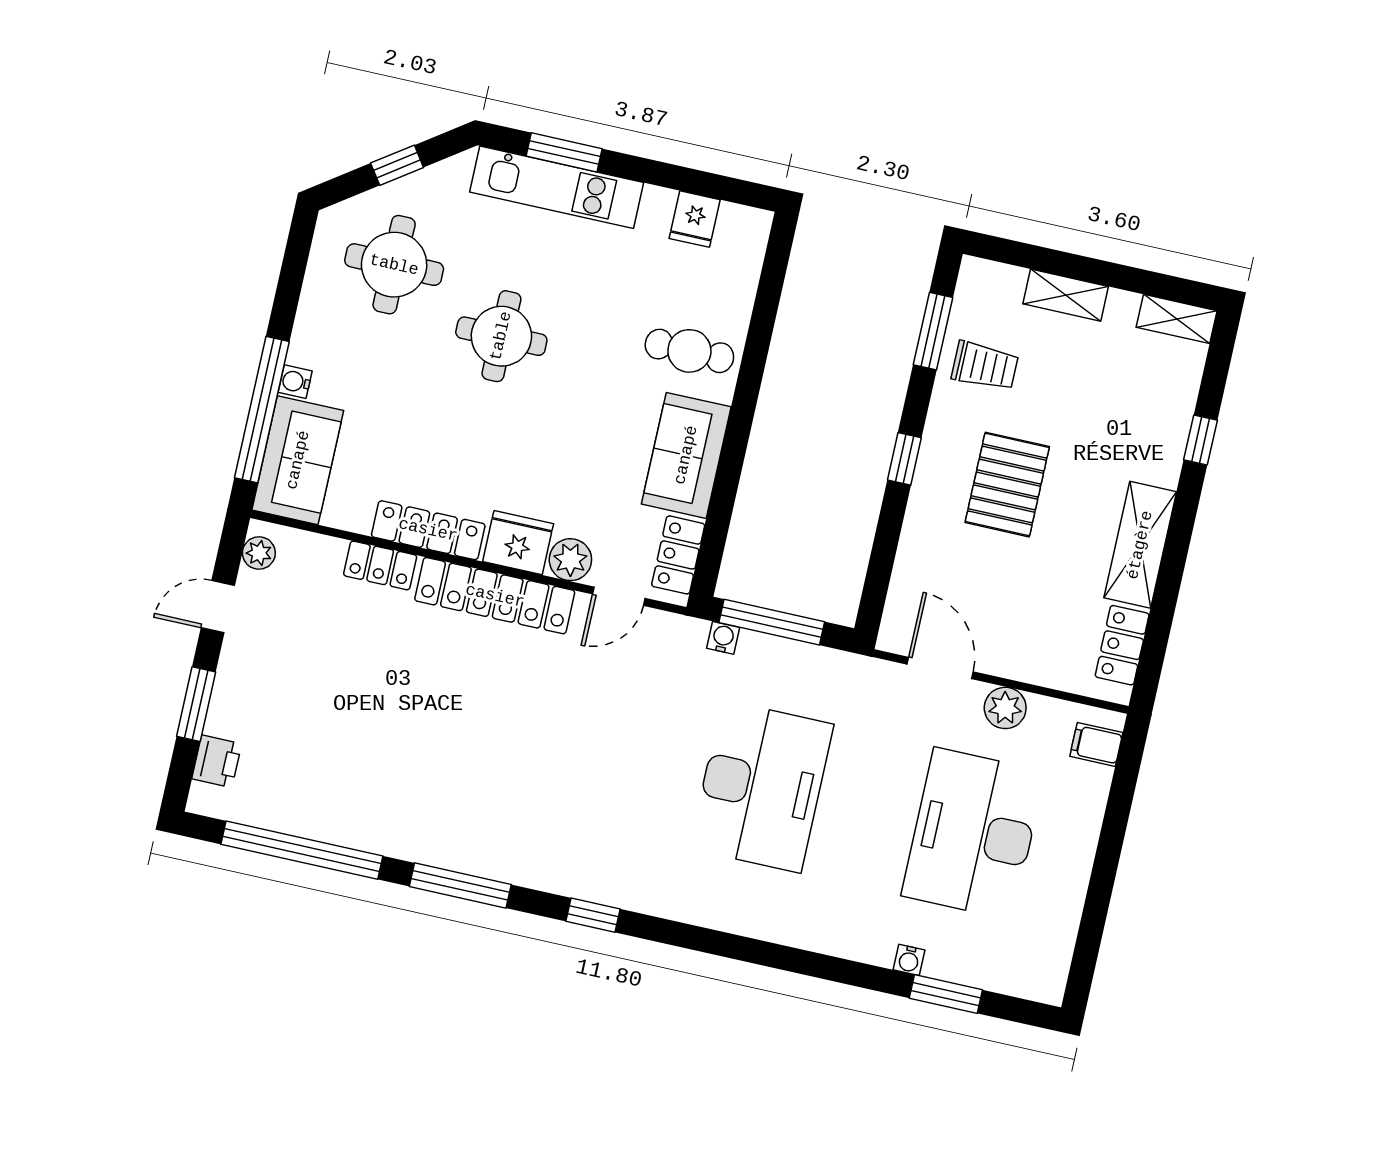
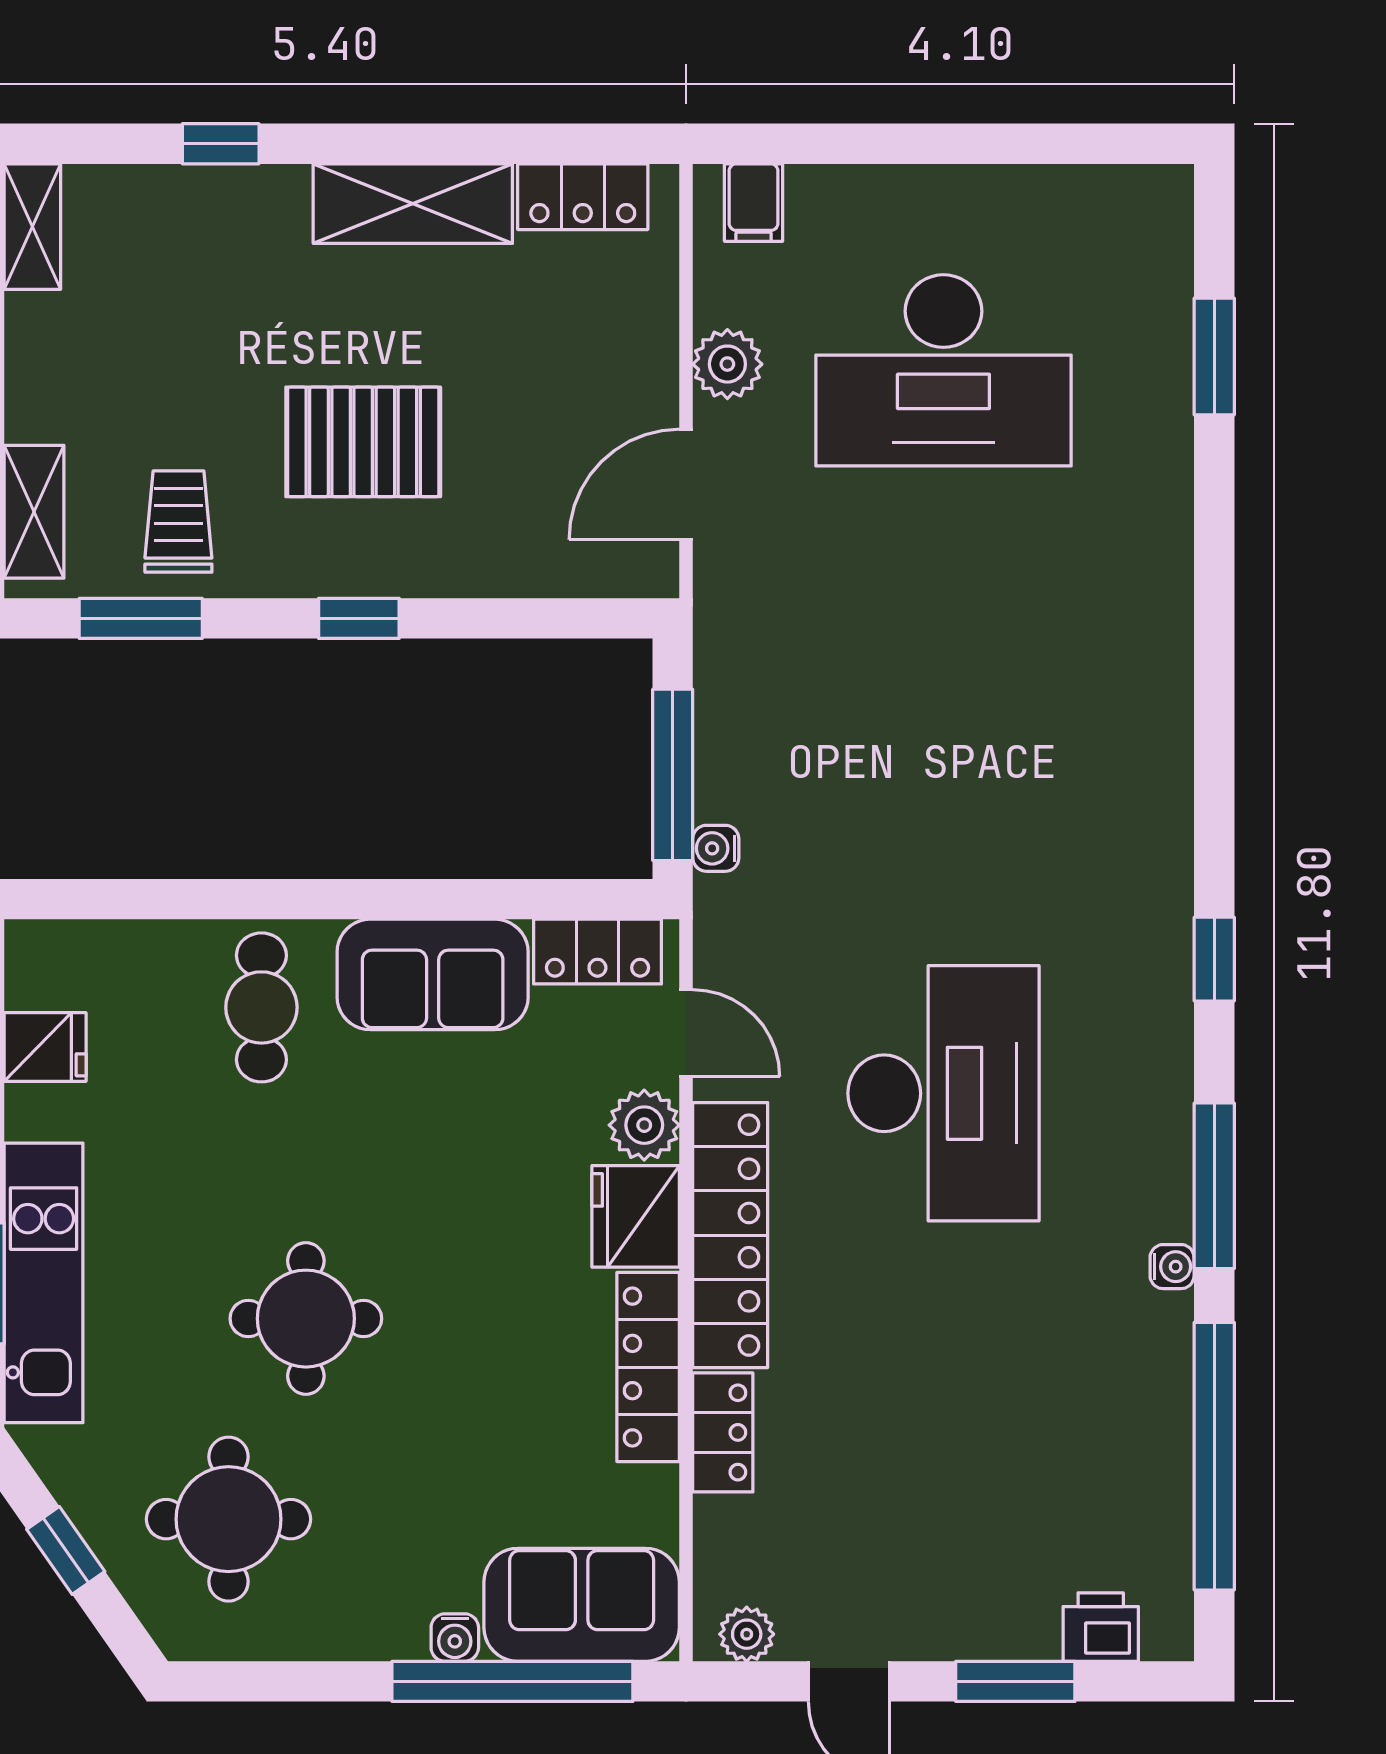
shelving: (1066, 295) -> (34, 512), moved
desk: (762, 786) -> (943, 1093), moved, turned 90
water cooler: (909, 960) -> (1172, 1267), moved

